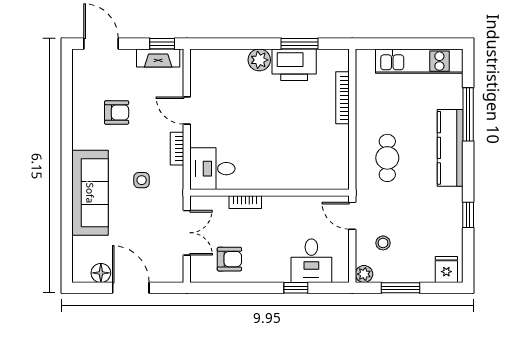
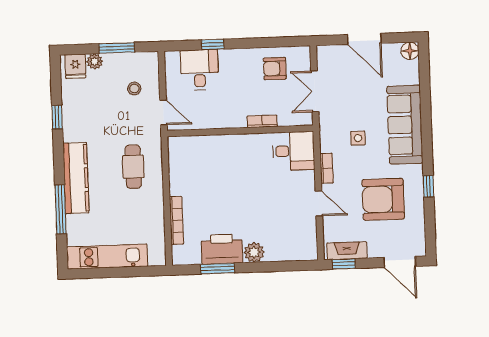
armchair: (117, 112) -> (383, 199), width x1.88, depth x1.88
window: (67, 125) -> (429, 186), added
floor lamp: (101, 273) -> (410, 51), moved
plant: (364, 274) -> (95, 61), moved

